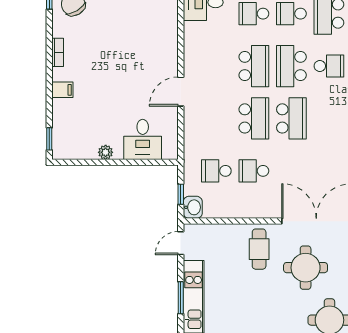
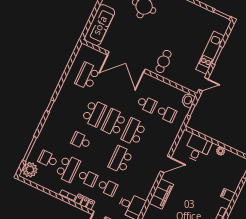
filing cabinet: (166, 43) -> (161, 194), added
school desk: (291, 66) -> (94, 113), moved
round table: (306, 268) -> (144, 40), removed

